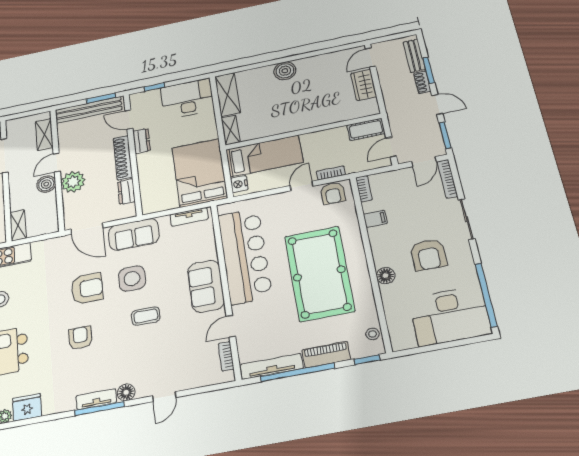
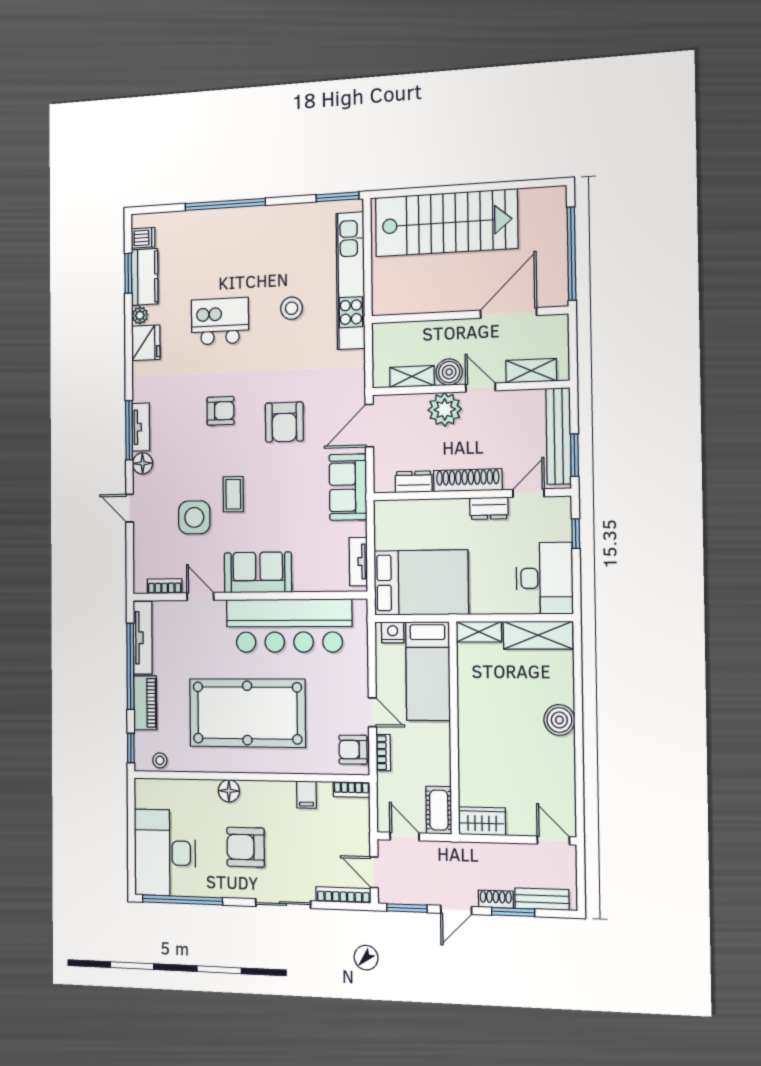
wardrobe: (364, 85) -> (482, 821), moved
shelving: (18, 225) -> (412, 376), moved
side table: (132, 279) -> (194, 517), moved

